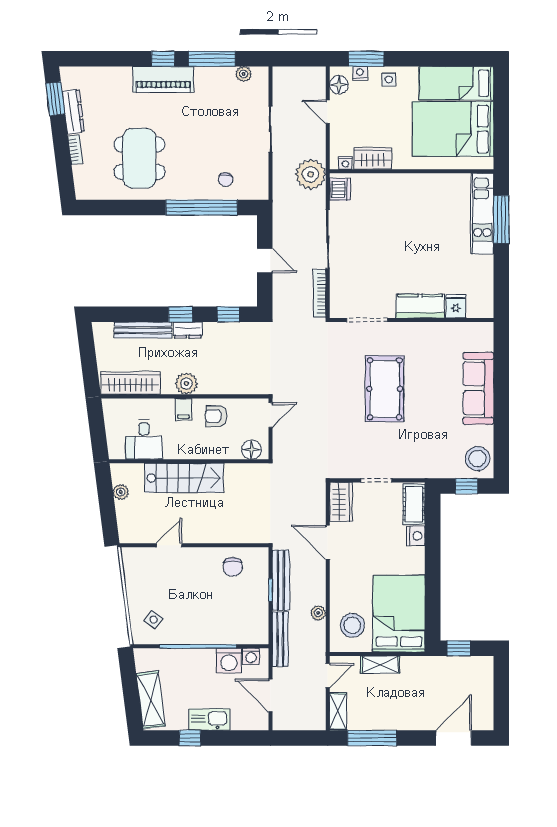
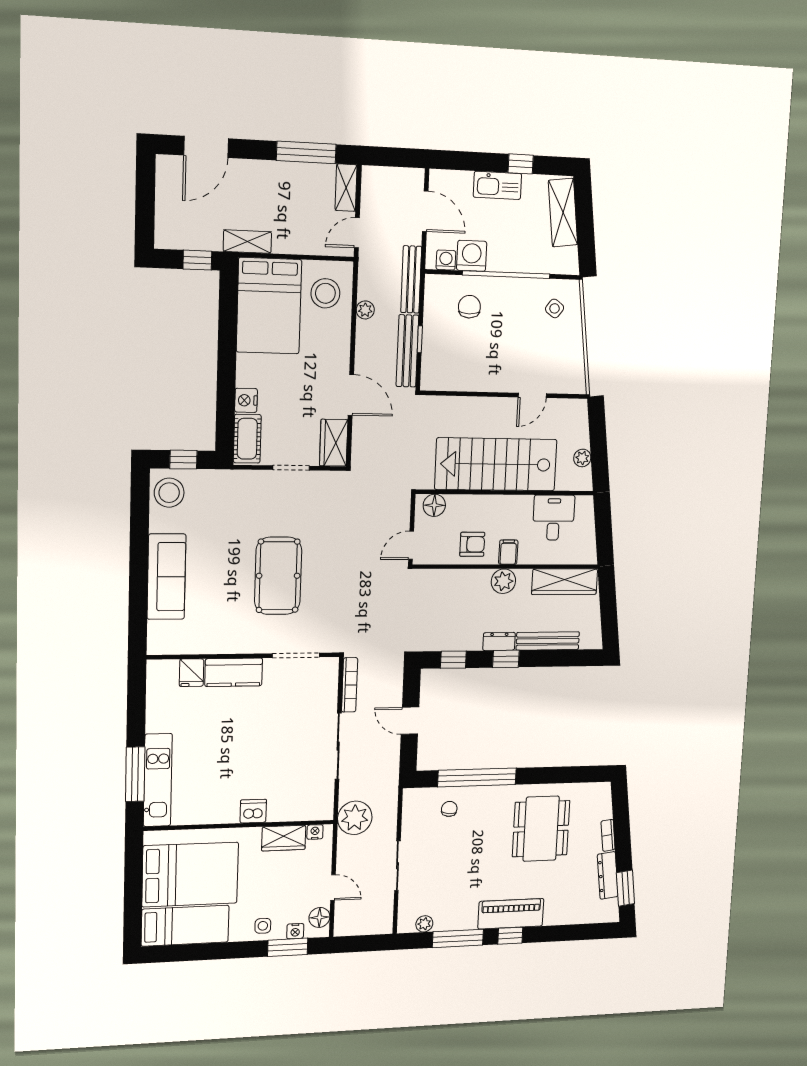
dishwasher: (340, 189) -> (253, 811), moved, turned 90
stairs: (184, 478) -> (496, 464), width x1.36, depth x1.51
chair: (233, 567) -> (469, 307), moved
shelving: (380, 665) -> (247, 242), moved

